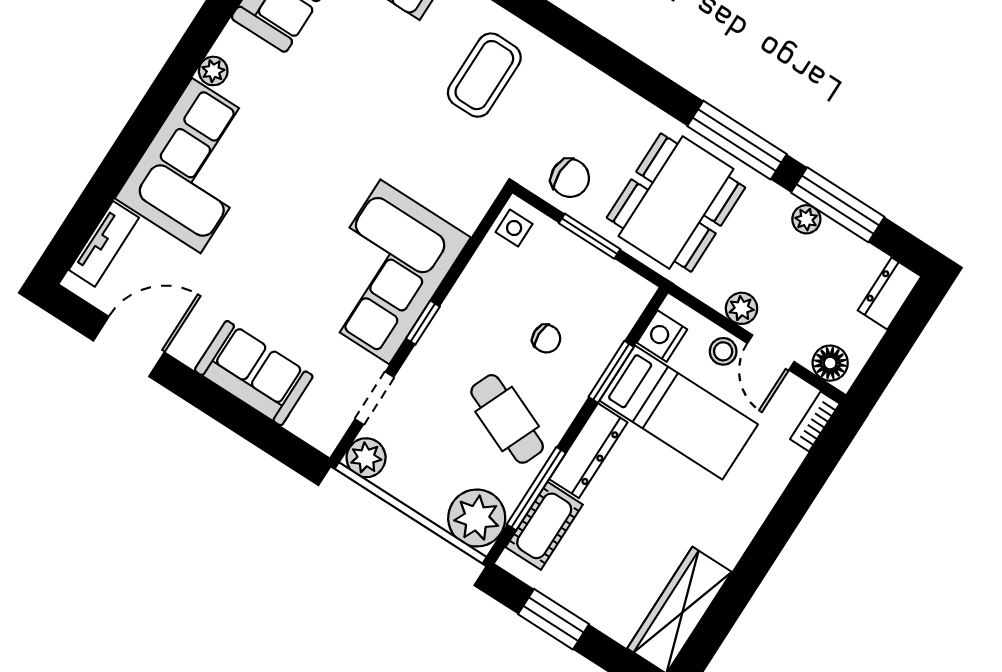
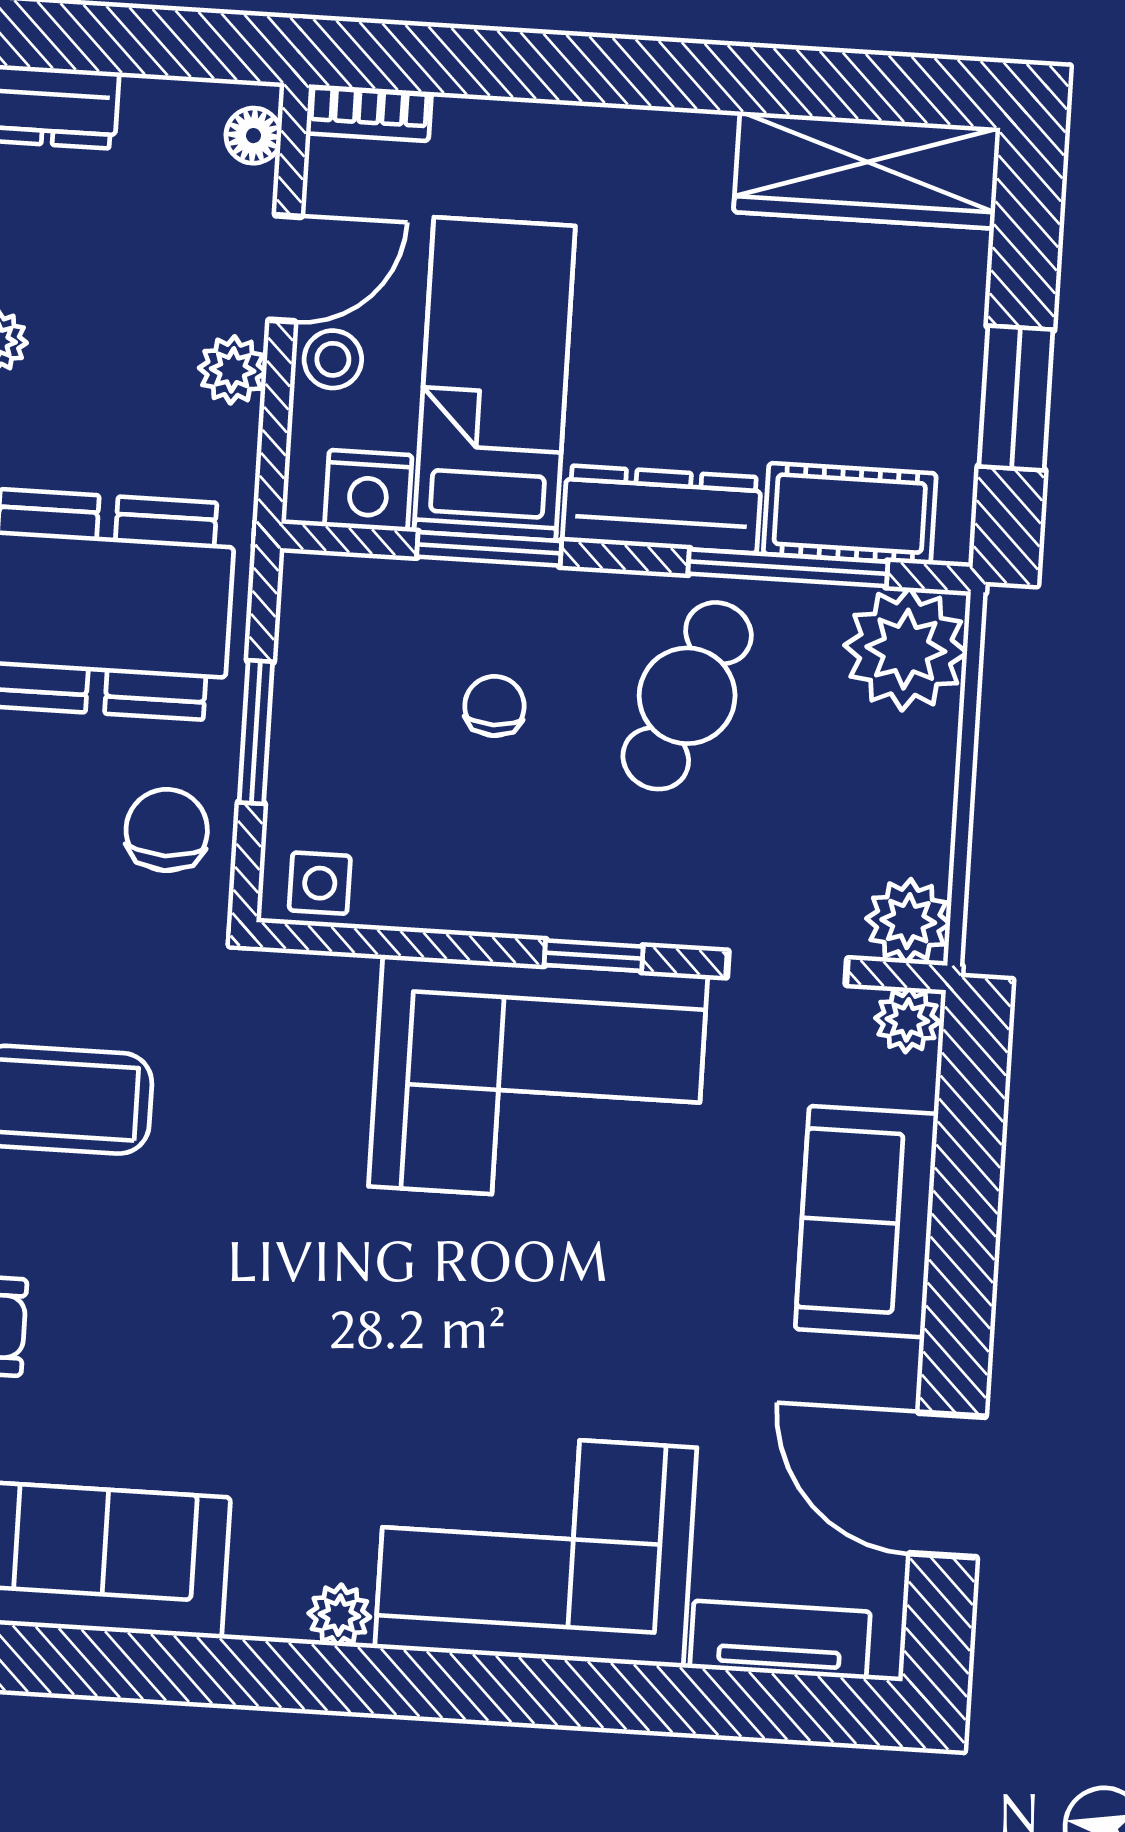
floor lamp: (830, 363) -> (254, 136), width x0.73, depth x0.73
plant: (326, 435) -> (907, 1020), added

